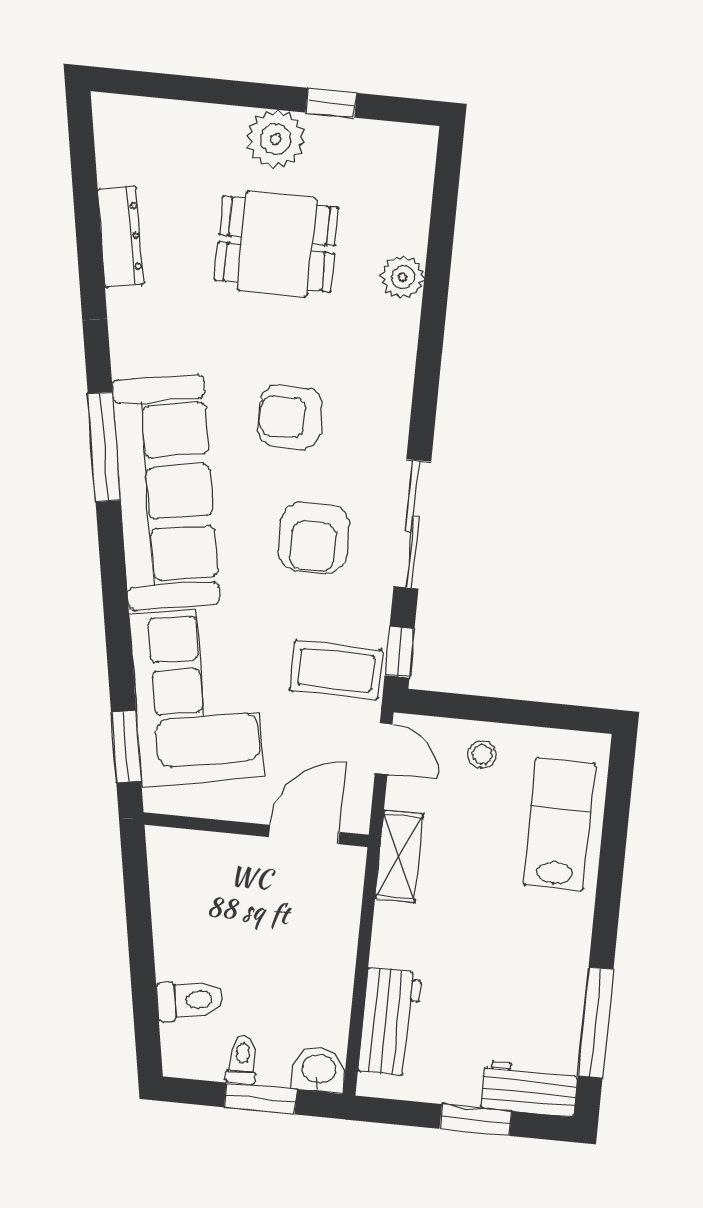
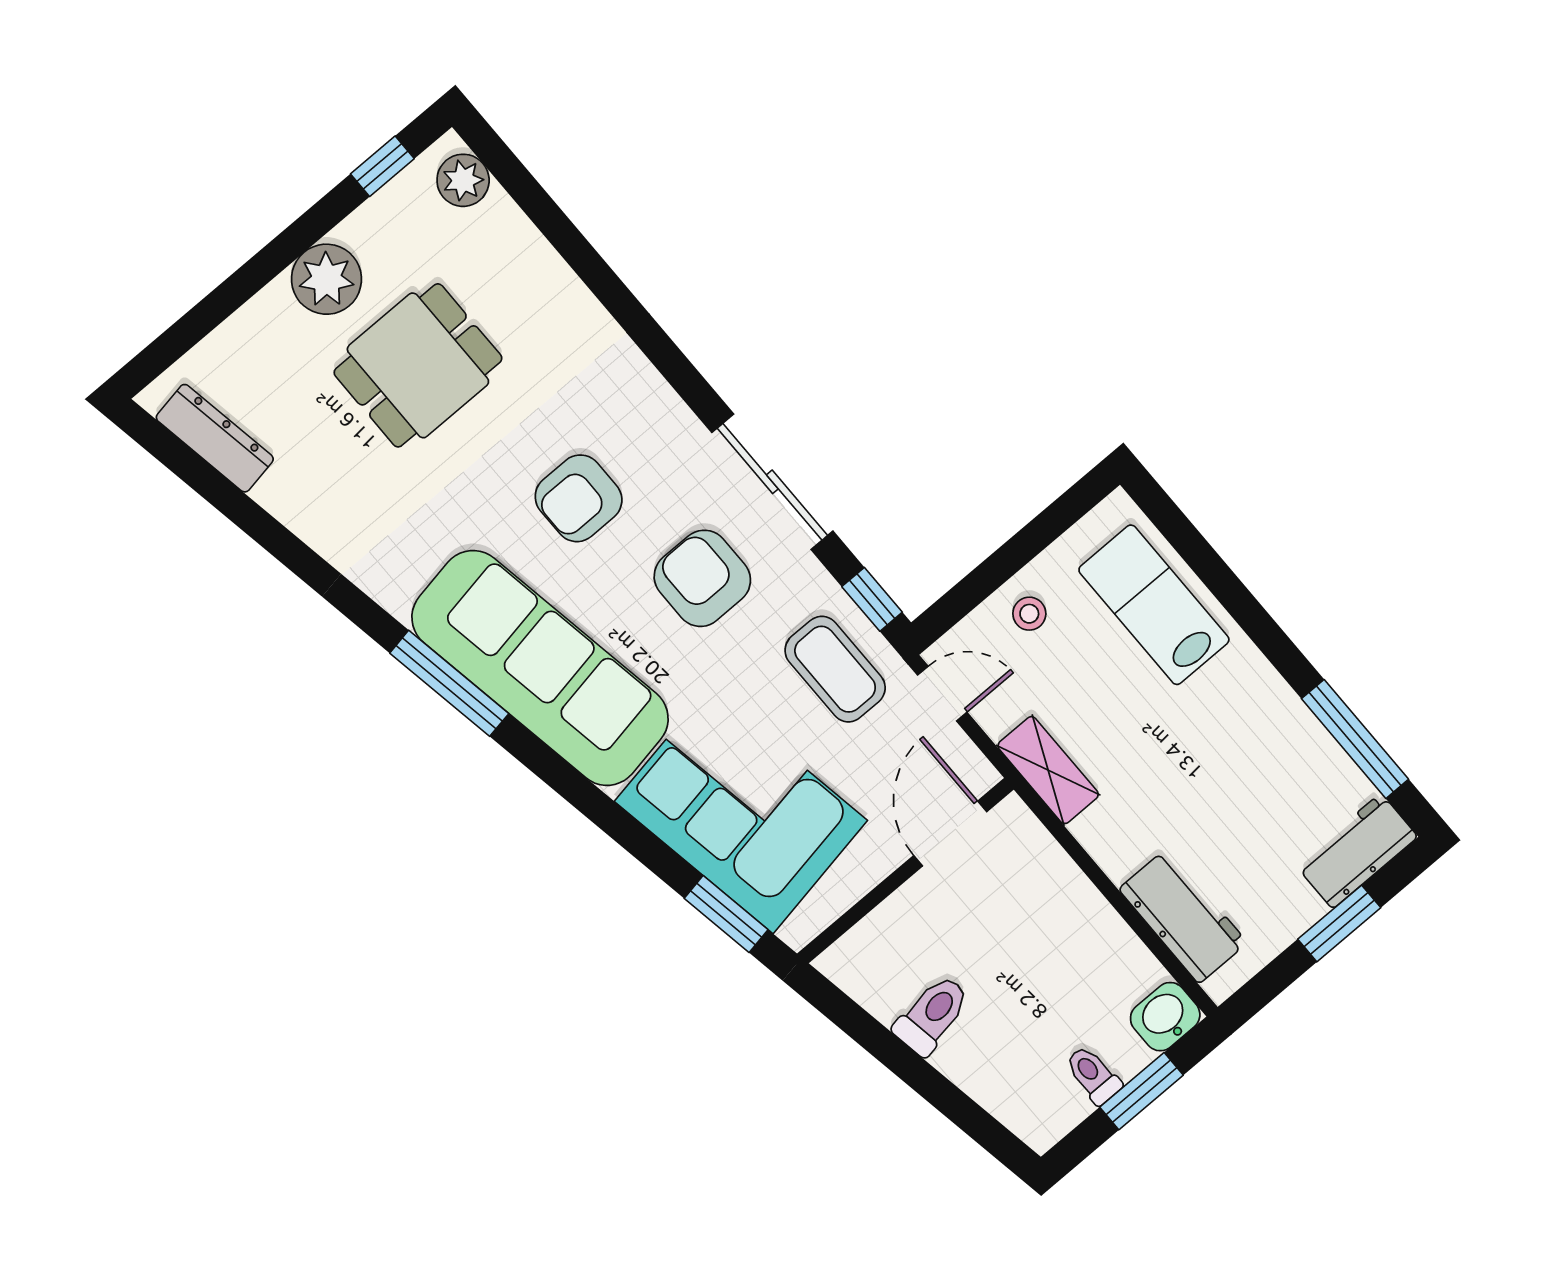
window: (331, 103) -> (382, 166), moved
dresser: (121, 237) -> (215, 438), moved
plant: (403, 277) -> (463, 180), moved
armchair: (314, 538) -> (702, 578), turned 180
coffee table: (336, 670) -> (835, 669), turned 90
toilet: (190, 1000) -> (932, 1015), moved

